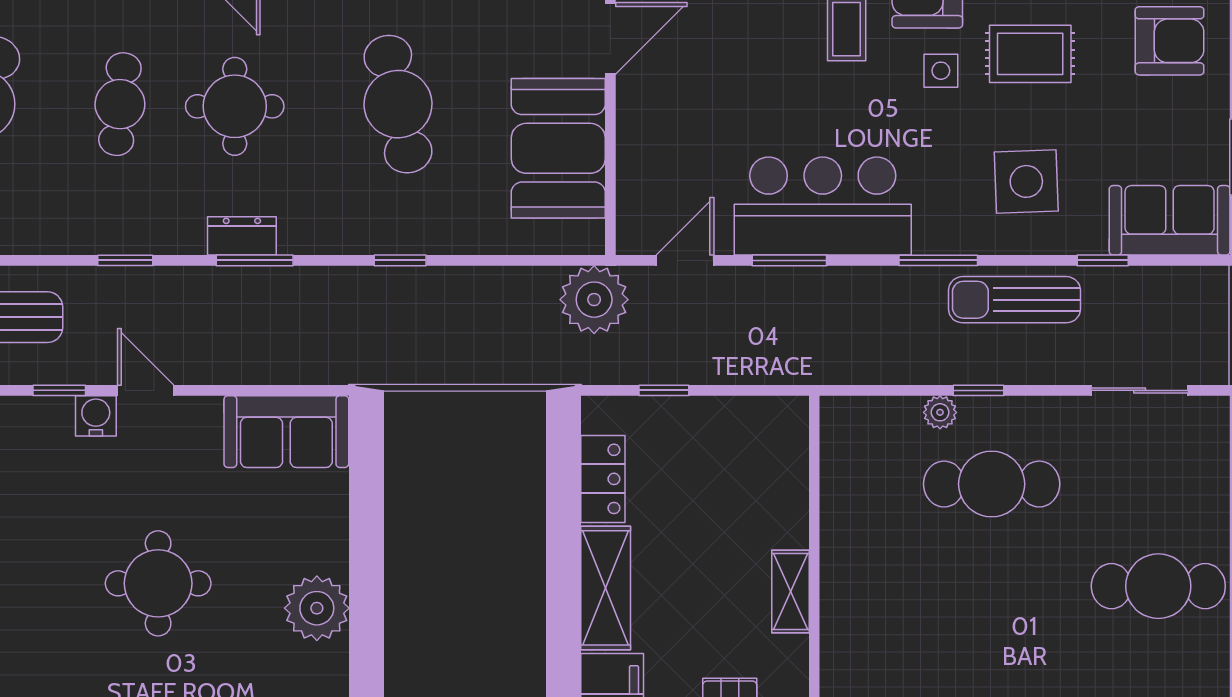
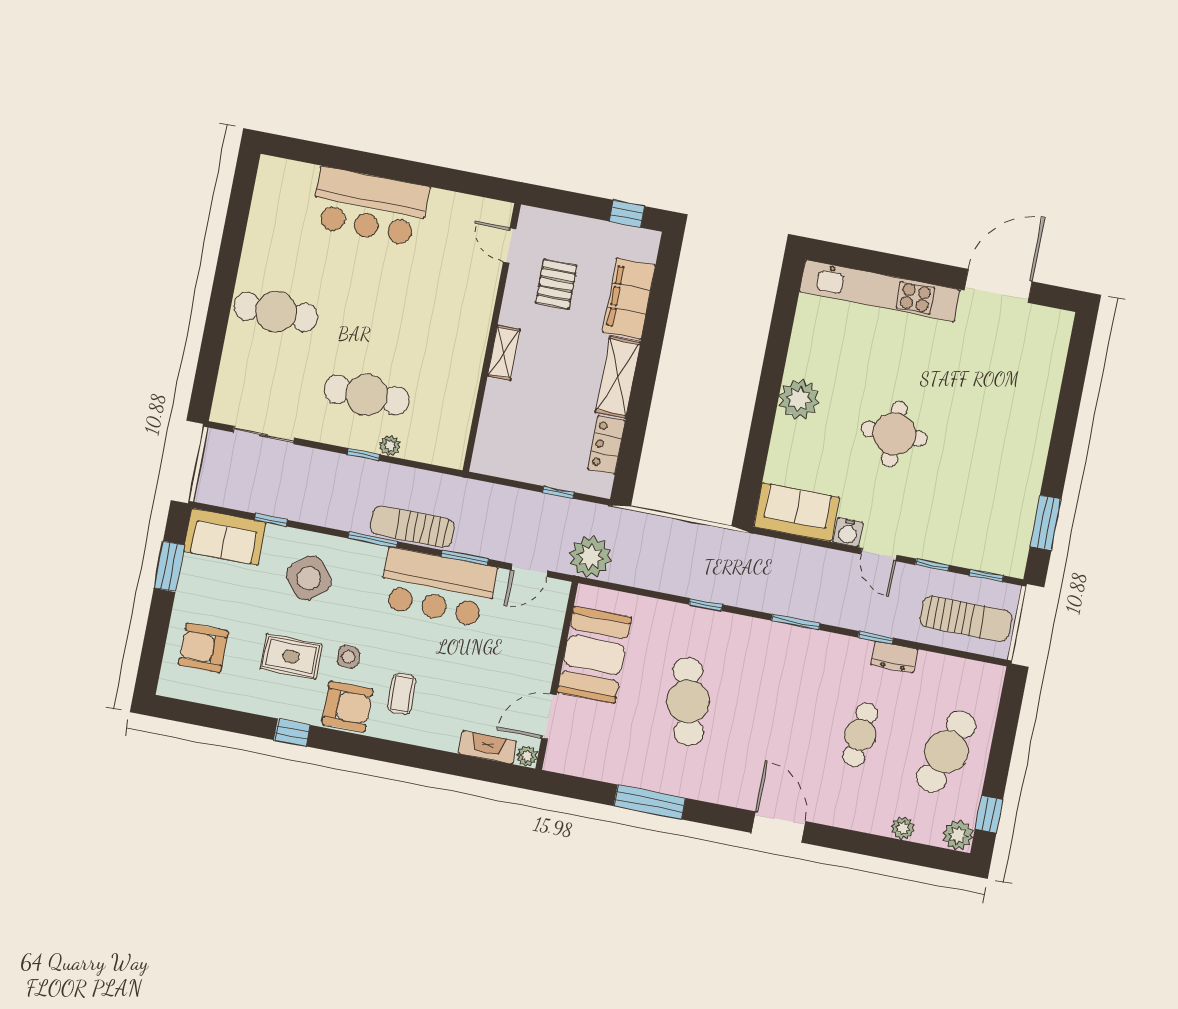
round table: (235, 106) -> (789, 720), removed
side table: (1026, 181) -> (309, 578), turned -37
dresser: (242, 236) -> (894, 657), moved
sun lounger: (1014, 300) -> (412, 527), moved, turned 180
water cooler: (96, 416) -> (848, 532), moved

